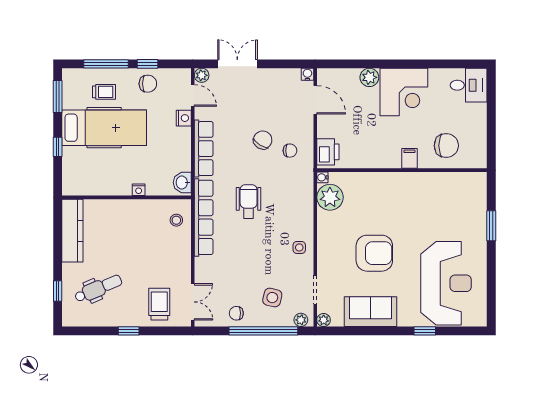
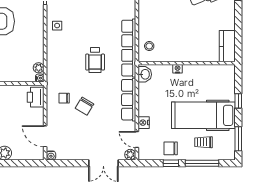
plant: (330, 197) -> (39, 68), width x0.53, depth x0.53
kitchen counter: (72, 231) -> (227, 46), width x0.67

